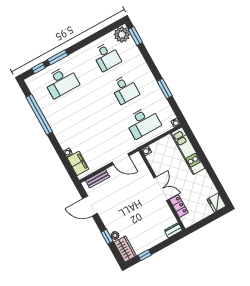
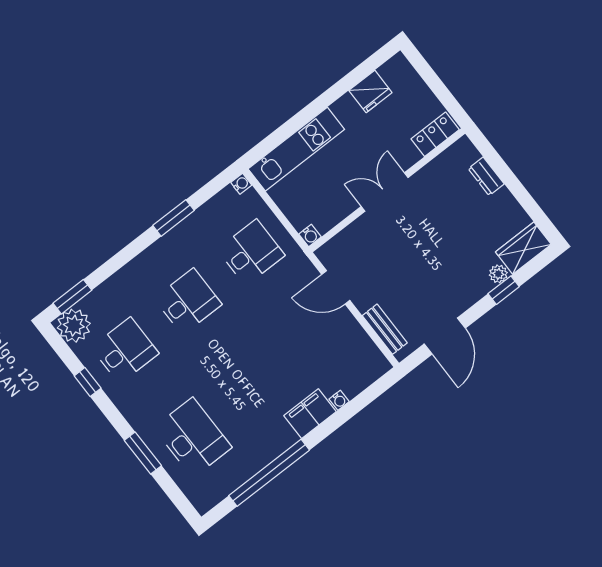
window: (39, 68) -> (88, 382), moved
desk: (143, 122) -> (251, 252), width x0.73
door: (121, 159) -> (336, 287), swing flipped
filing cabinet: (78, 163) -> (310, 414), moved
fridge: (216, 203) -> (370, 91), moved
locker: (179, 206) -> (435, 134), moved
dresser: (173, 230) -> (486, 176), moved
window: (145, 255) -> (530, 205), removed

